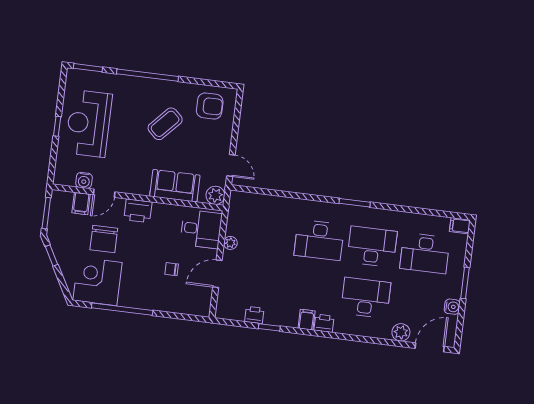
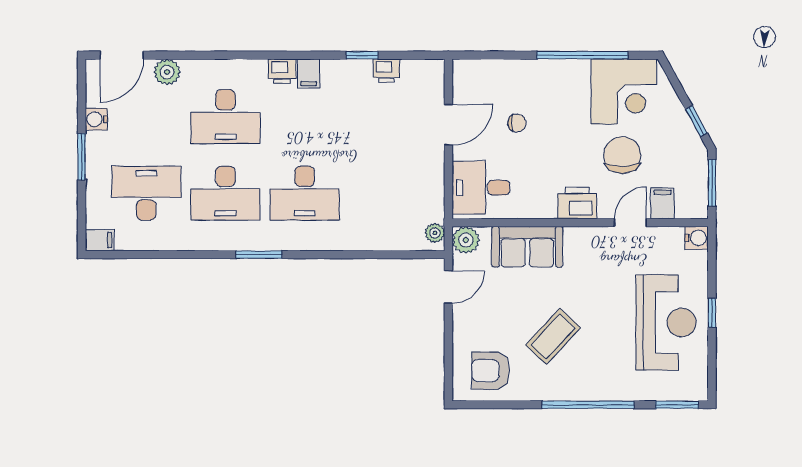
door: (231, 165) -> (448, 287), swing flipped
water cooler: (84, 180) -> (697, 238), moved, turned 90
desk: (319, 240) -> (305, 193), turned 180
plant: (230, 243) -> (435, 233), moved

